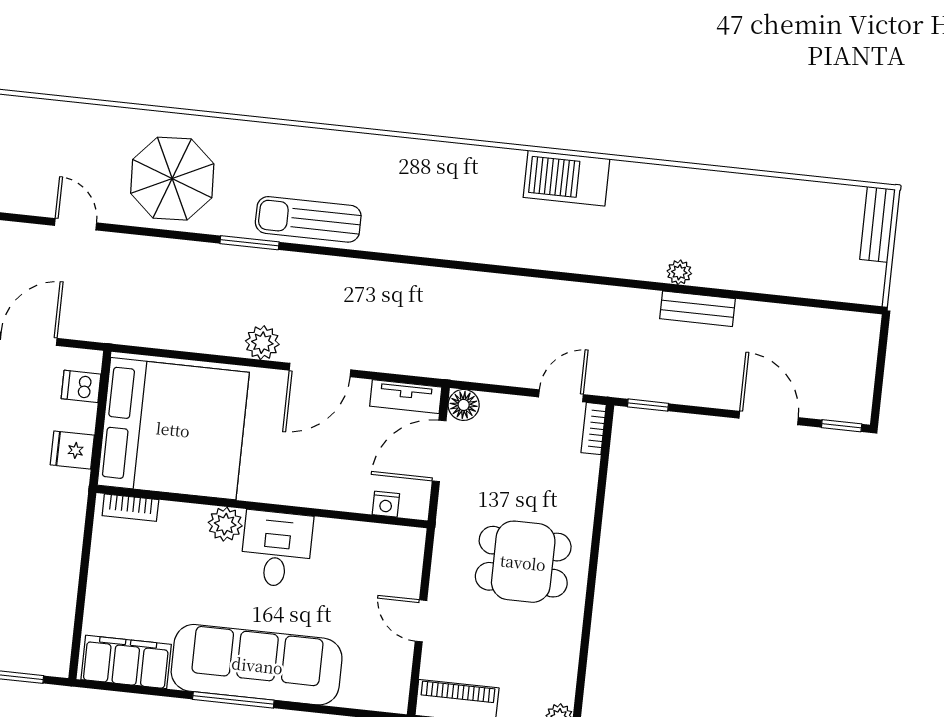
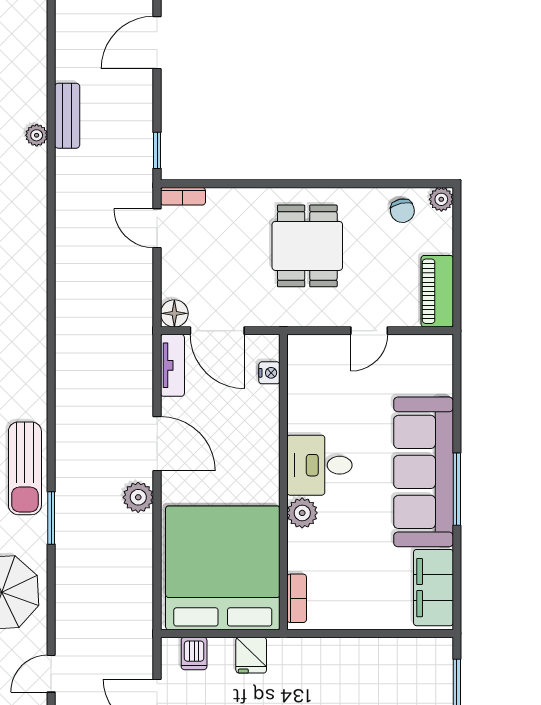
chair: (551, 672) -> (402, 211), added

